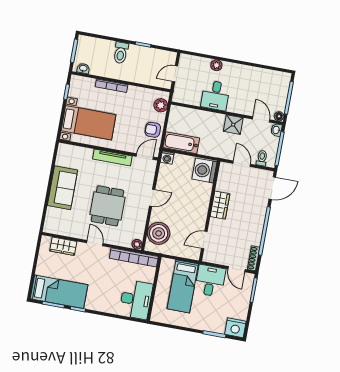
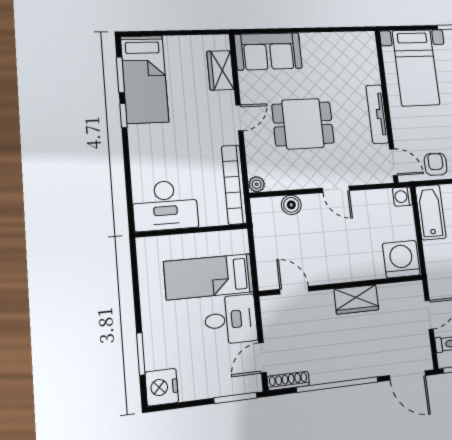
sofa: (62, 188) -> (268, 51), moved
boiler: (159, 233) -> (291, 205), width x0.54, depth x0.54

